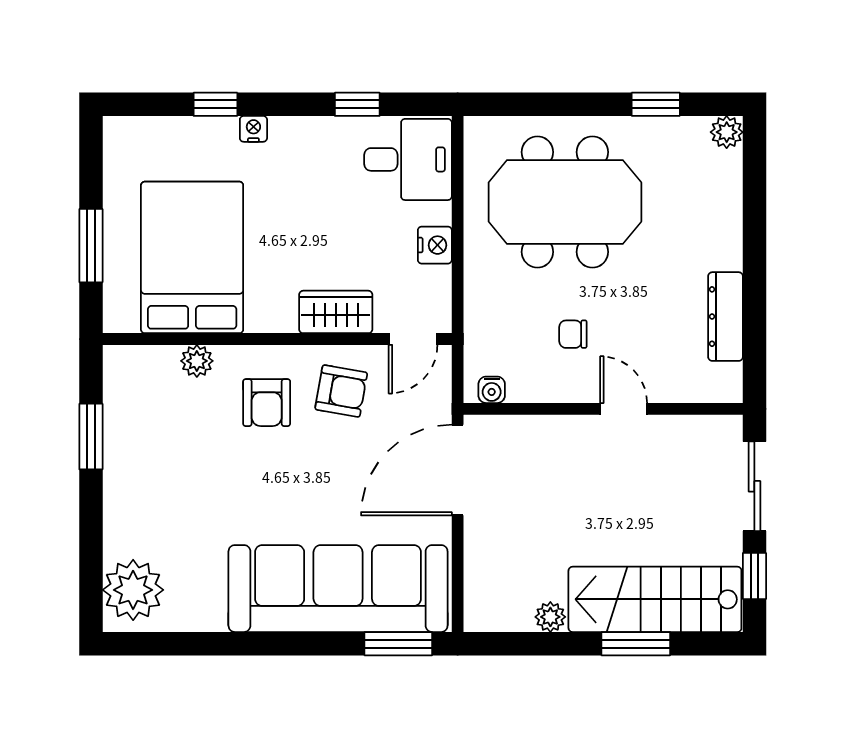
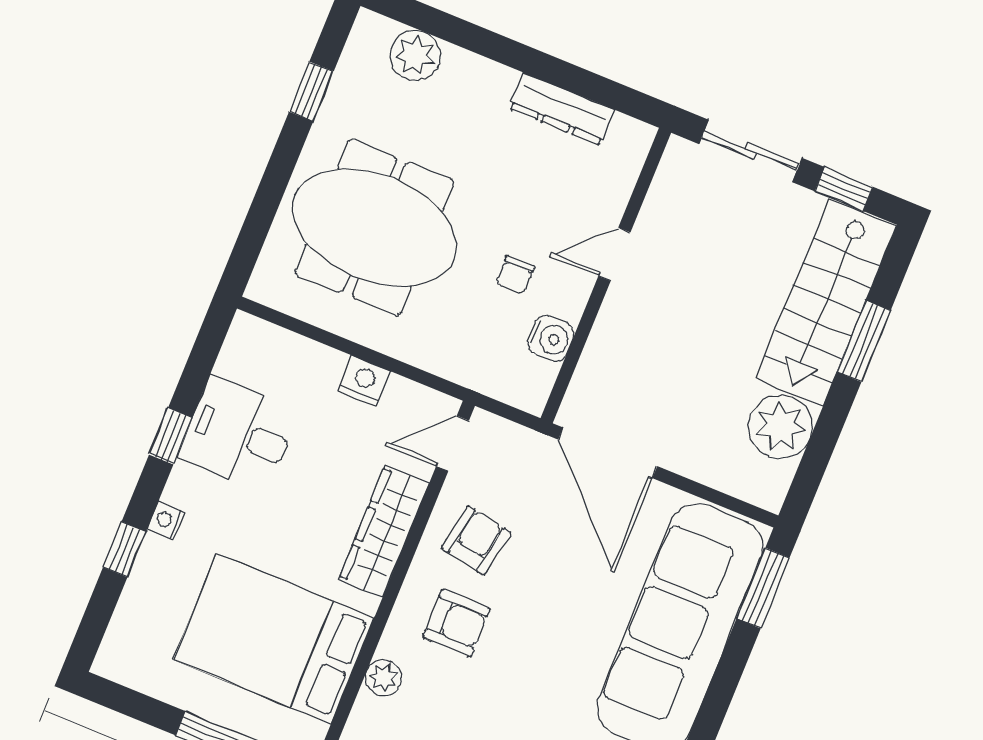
window: (357, 104) -> (171, 436), moved
plant: (727, 132) -> (415, 55), moved, width x1.38, depth x1.38
desk: (408, 159) -> (239, 434), moved, turned -90
meeting table: (565, 202) -> (374, 227), turned 90
wardrobe: (336, 312) -> (384, 531), width x1.50
door: (413, 339) -> (452, 444), swing flipped
water cooler: (492, 390) -> (551, 338), moved, width x1.38, depth x1.38
plant: (550, 617) -> (780, 427), width x1.88, depth x1.88

